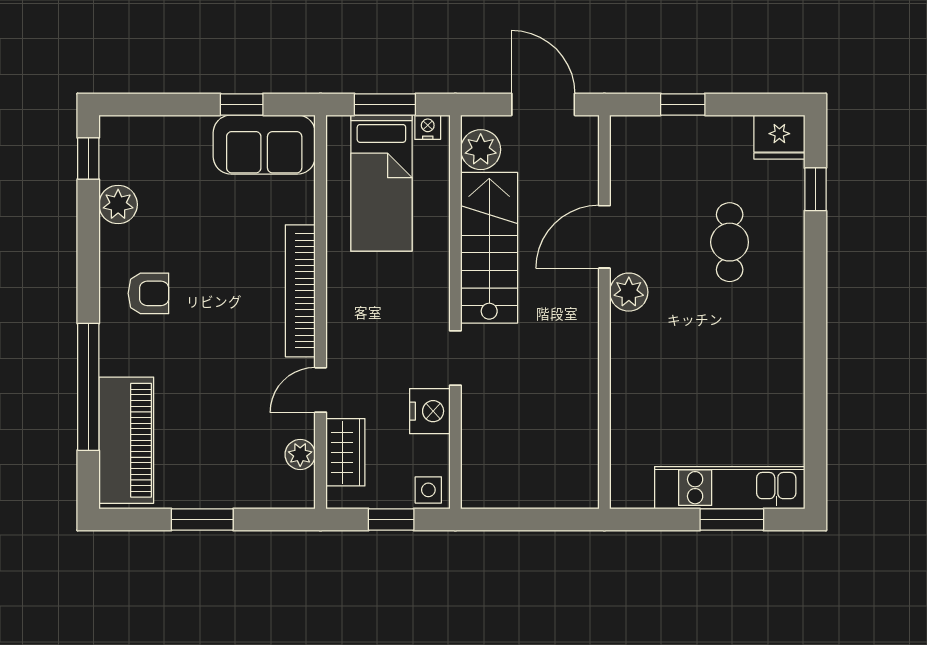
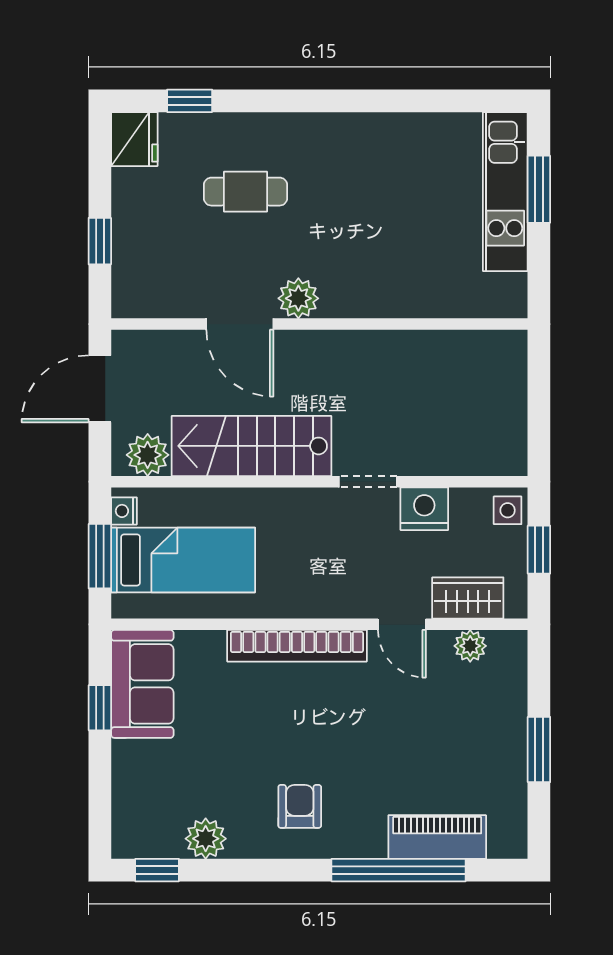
piano: (126, 440) -> (437, 837), width x0.73, depth x0.75

